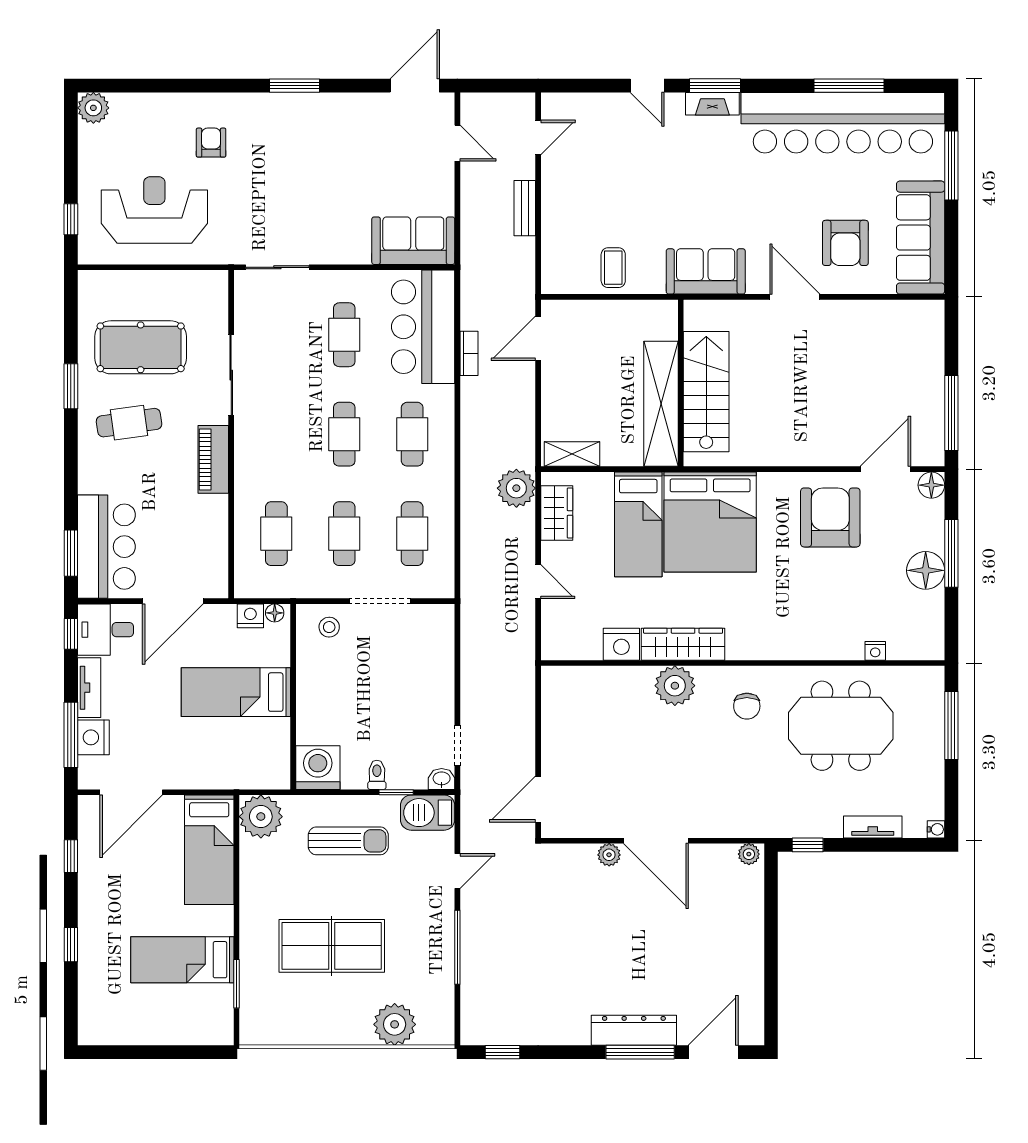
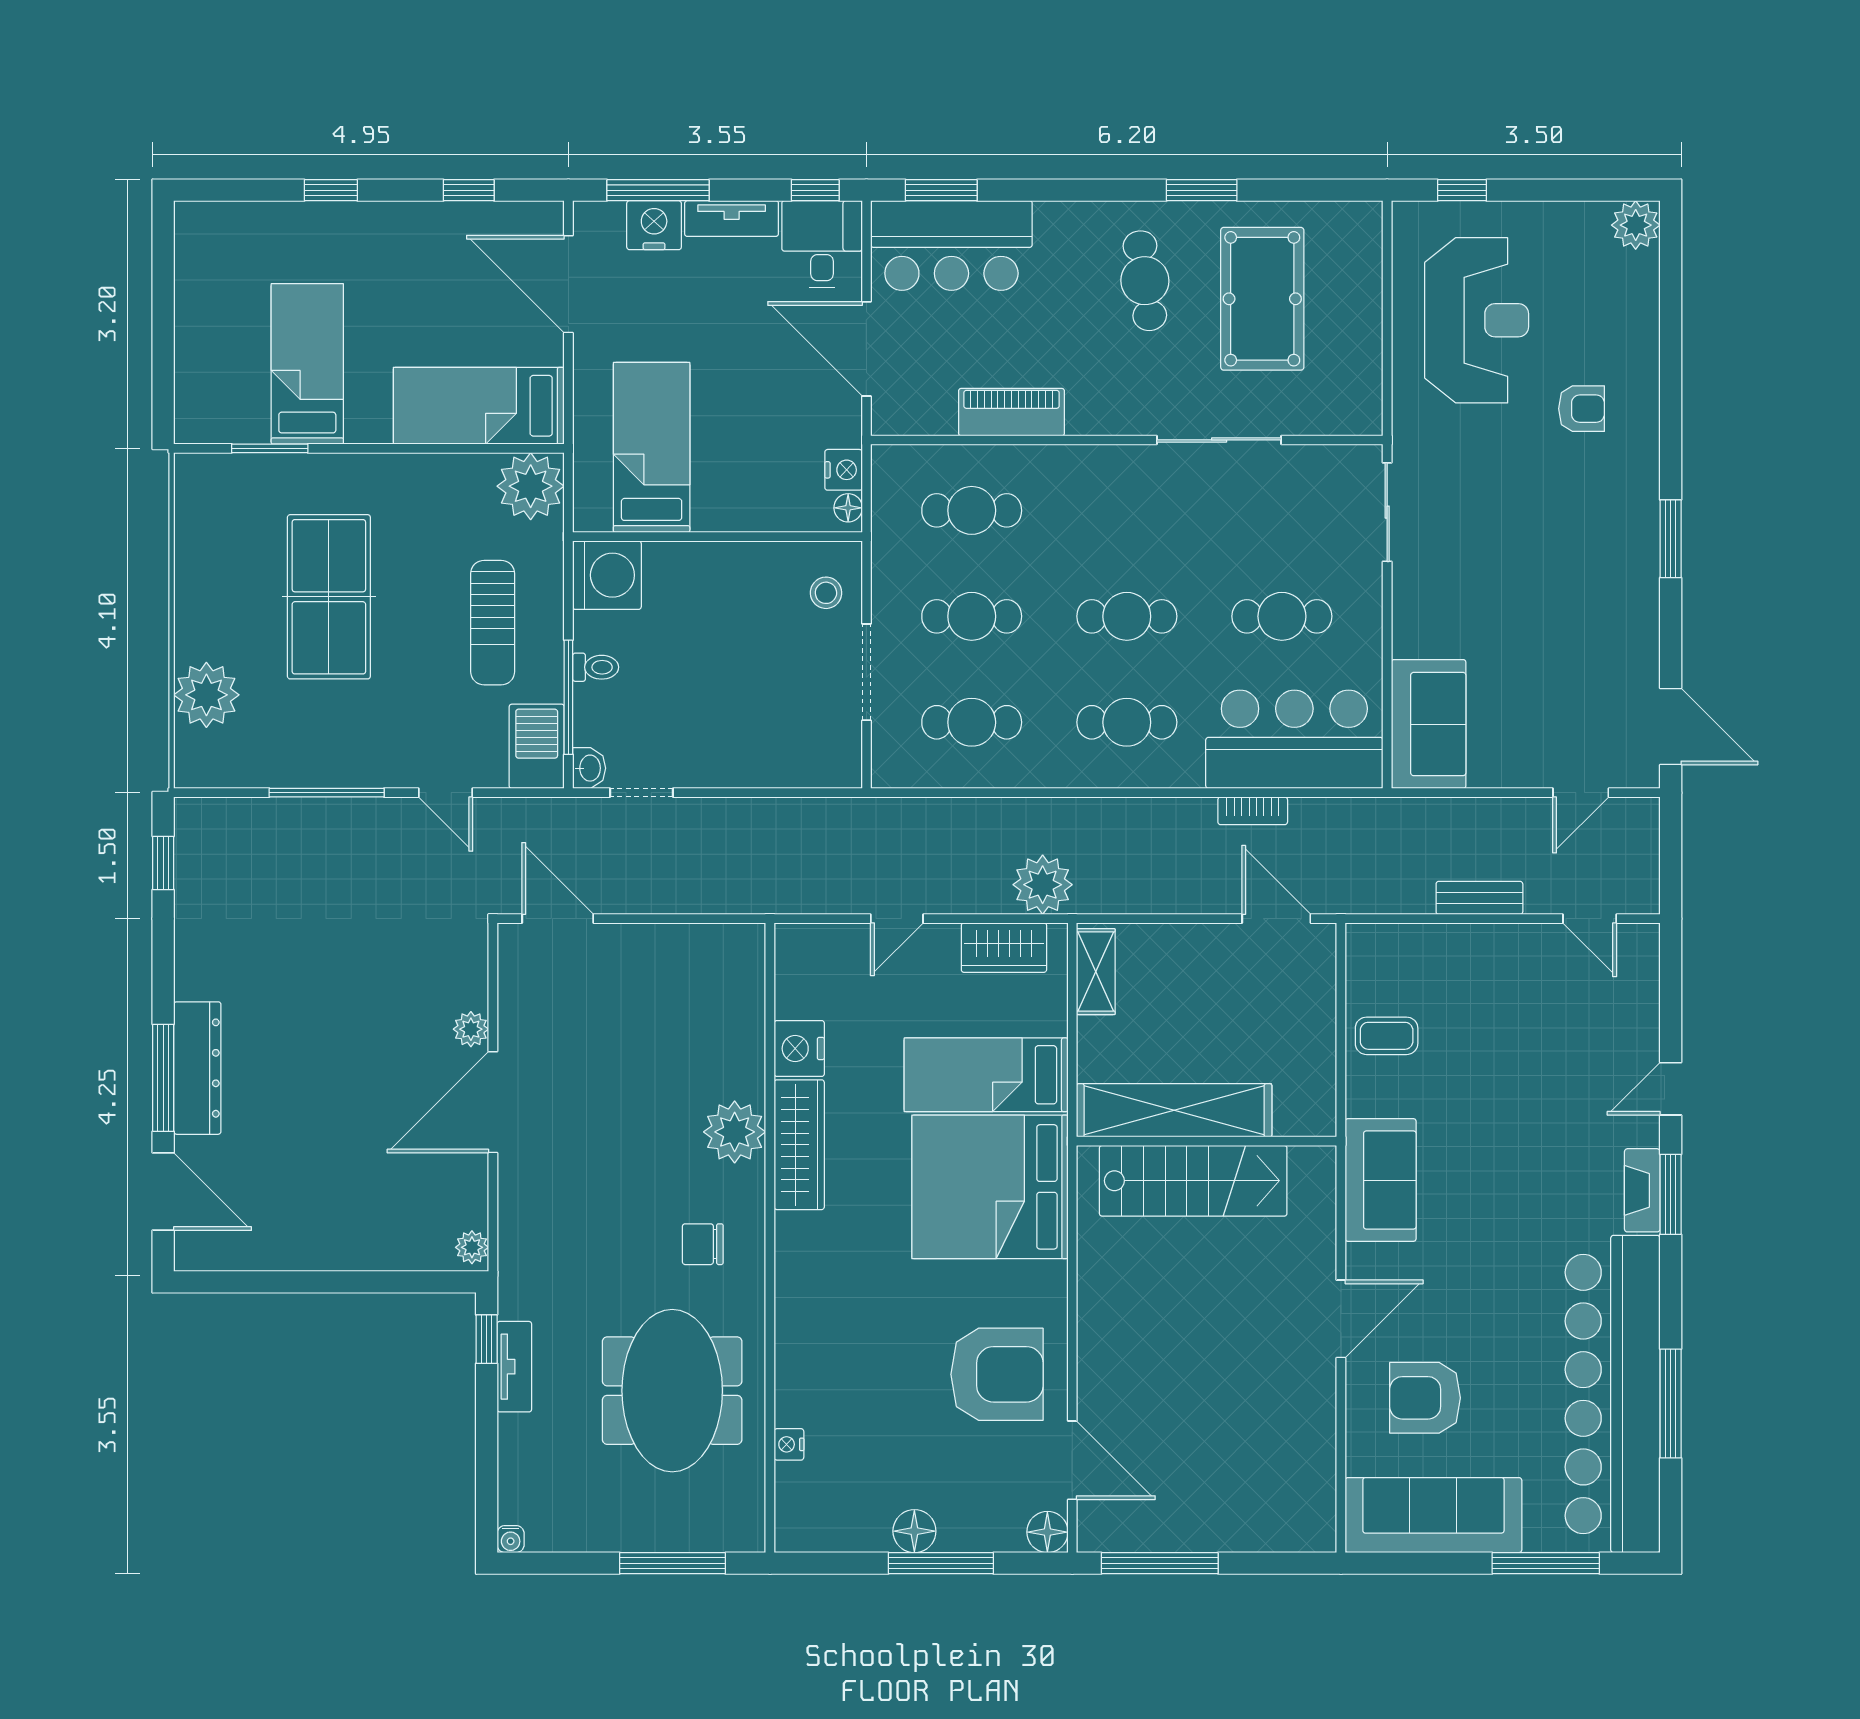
piano: (213, 459) -> (1011, 412), moved
floor lamp: (926, 570) -> (914, 1531), width x0.73, depth x0.73
bed: (236, 692) -> (652, 447), moved
window: (396, 792) -> (568, 697), width x2.17
tv unit: (873, 827) -> (514, 1367), moved

